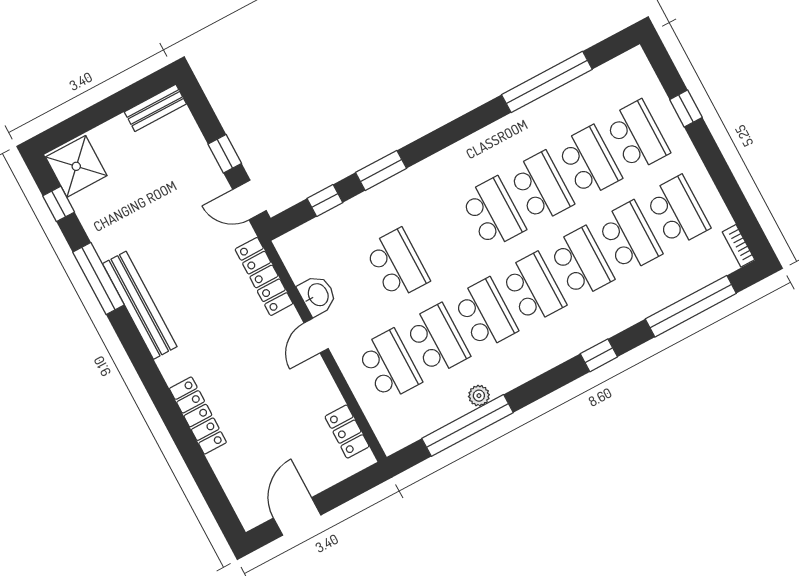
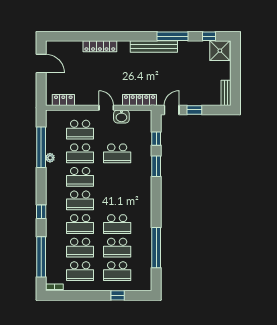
school desk: (493, 213) -> (117, 200), removed

